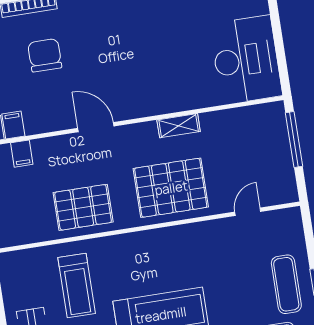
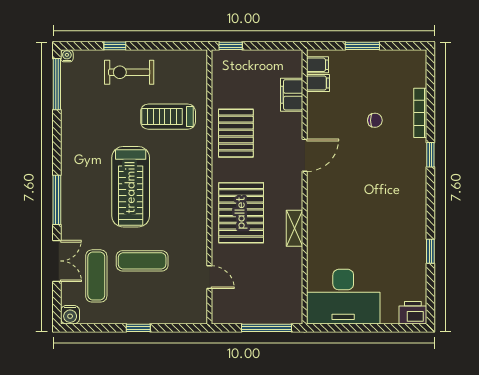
chair: (45, 55) -> (375, 120), width x0.54, depth x0.54
filing cabinet: (22, 154) -> (292, 95), width x2.00
exercise mat: (286, 284) -> (142, 261), moved

